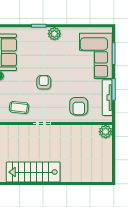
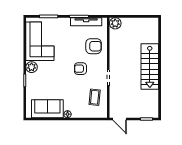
corner sofa: (96, 56) -> (40, 41), moved, turned -90
armchair: (44, 82) -> (80, 69), moved
stairs: (33, 172) -> (150, 67), moved

